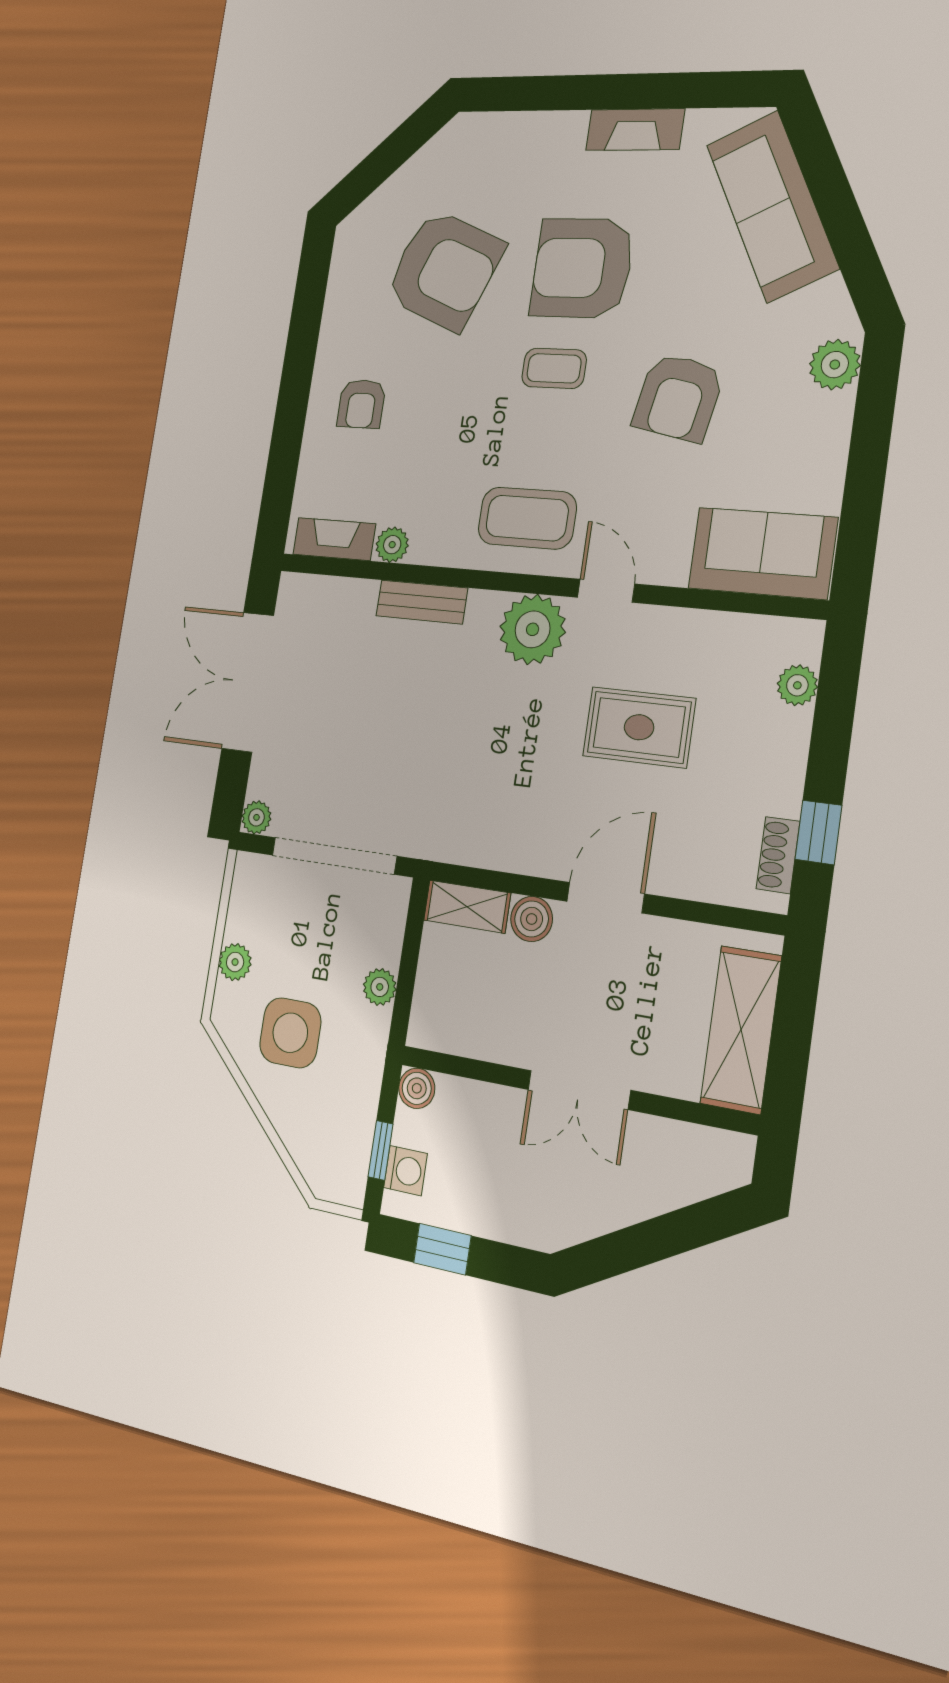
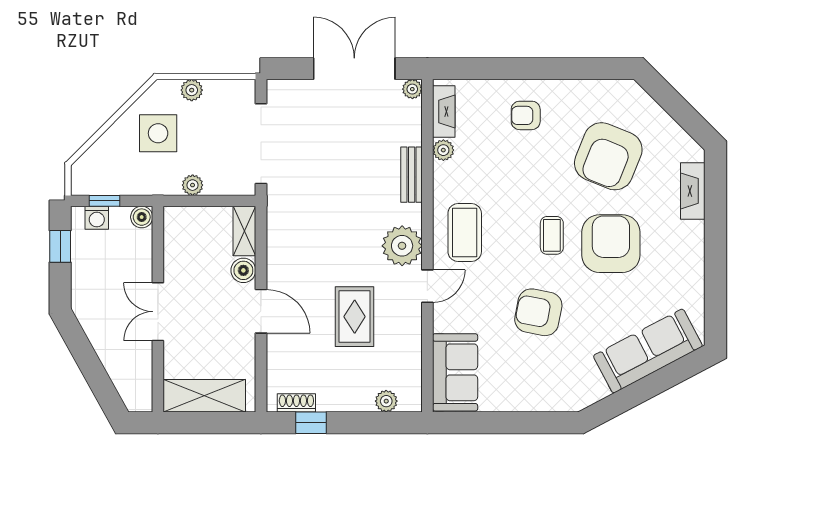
fireplace: (635, 130) -> (693, 191), moved
plant: (835, 365) -> (560, 398), removed
plant: (256, 817) -> (412, 89), moved

